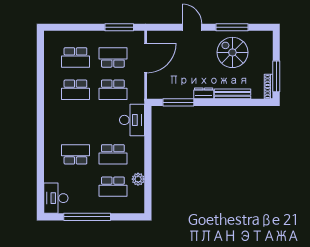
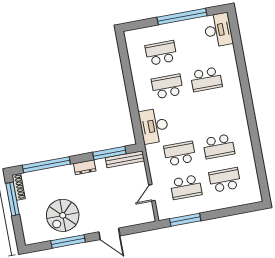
spiral stairs: (232, 52) -> (63, 215), turned 90
door: (146, 58) -> (152, 193), width x0.53
school desk: (75, 90) -> (219, 146), turned 180
bench: (233, 94) -> (125, 159), moved
window: (239, 102) -> (46, 165), added
plant: (138, 179) -> (136, 66), removed

